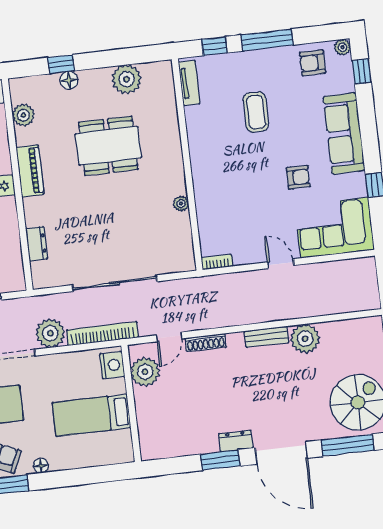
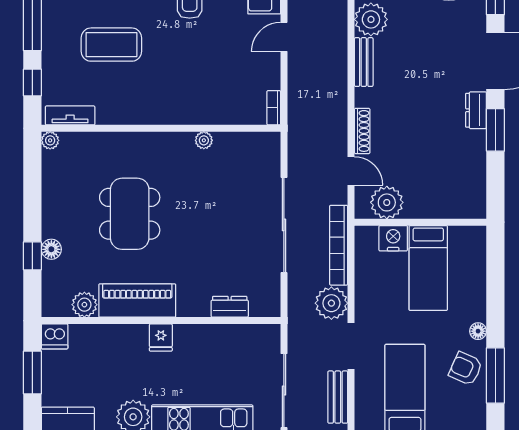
plant: (126, 79) -> (50, 140), moved, width x0.53, depth x0.53
coffee table: (256, 112) -> (111, 45), width x1.36, depth x1.32
piano: (30, 171) -> (137, 301), width x1.37, depth x1.33
nightstand: (112, 365) -> (393, 238), moved

